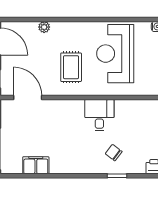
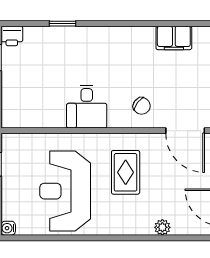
reception desk: (115, 54) -> (65, 191), turned 180
chair: (114, 153) -> (142, 106), moved

